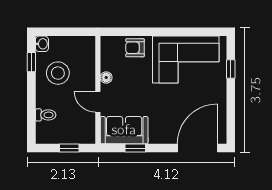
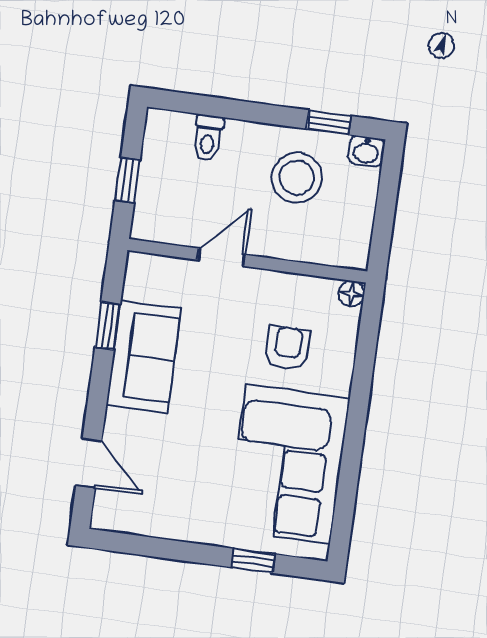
armchair: (135, 48) -> (288, 348), moved
floor lamp: (106, 77) -> (351, 294), moved
sofa: (124, 130) -> (144, 357), moved
door: (197, 148) -> (89, 463), width x0.53

